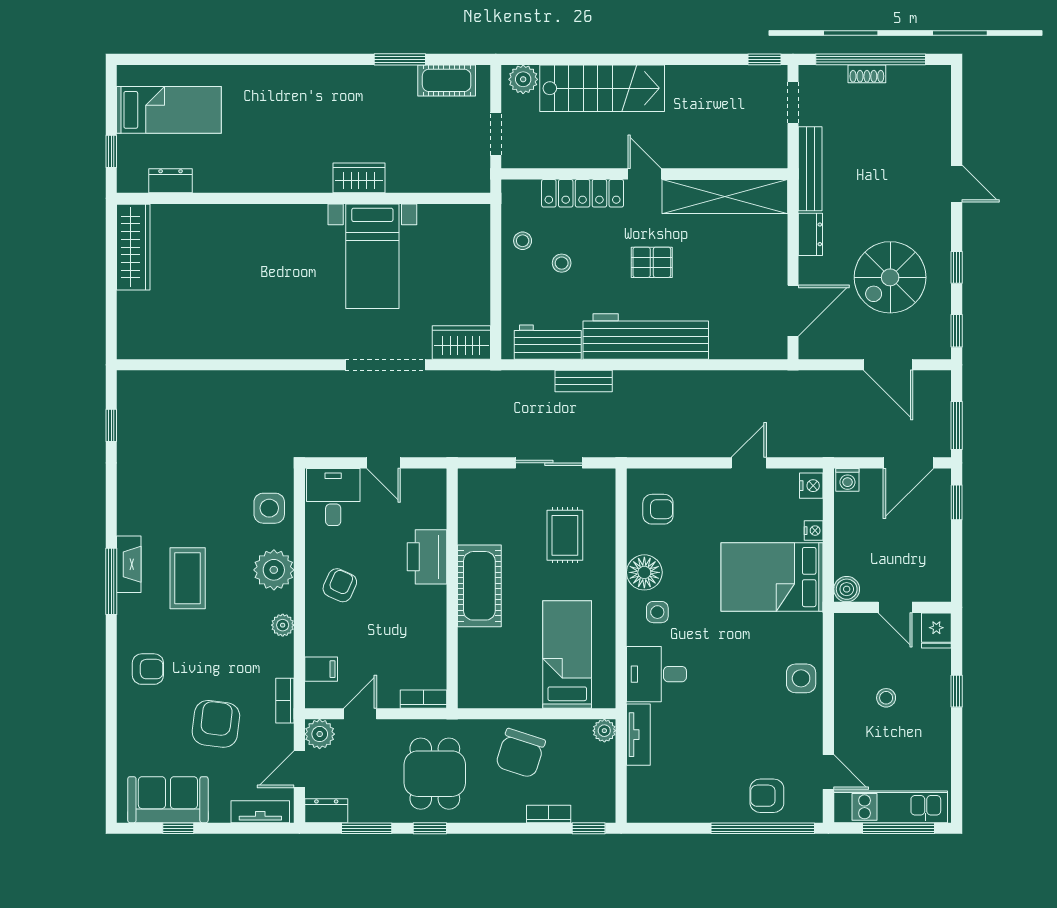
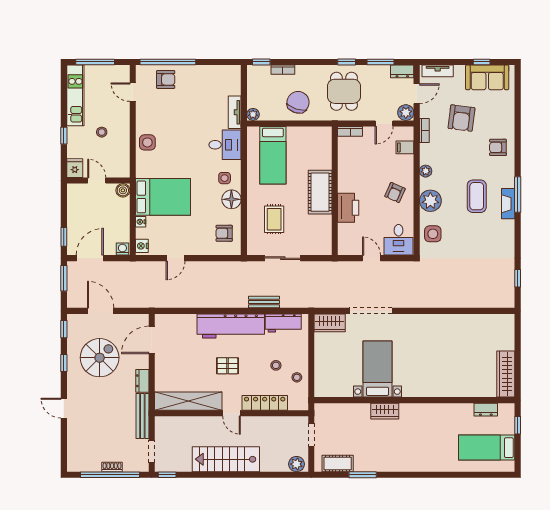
stairs: (602, 88) -> (226, 459), moved
kitchen unit: (891, 807) -> (75, 95), moved, turned -90

